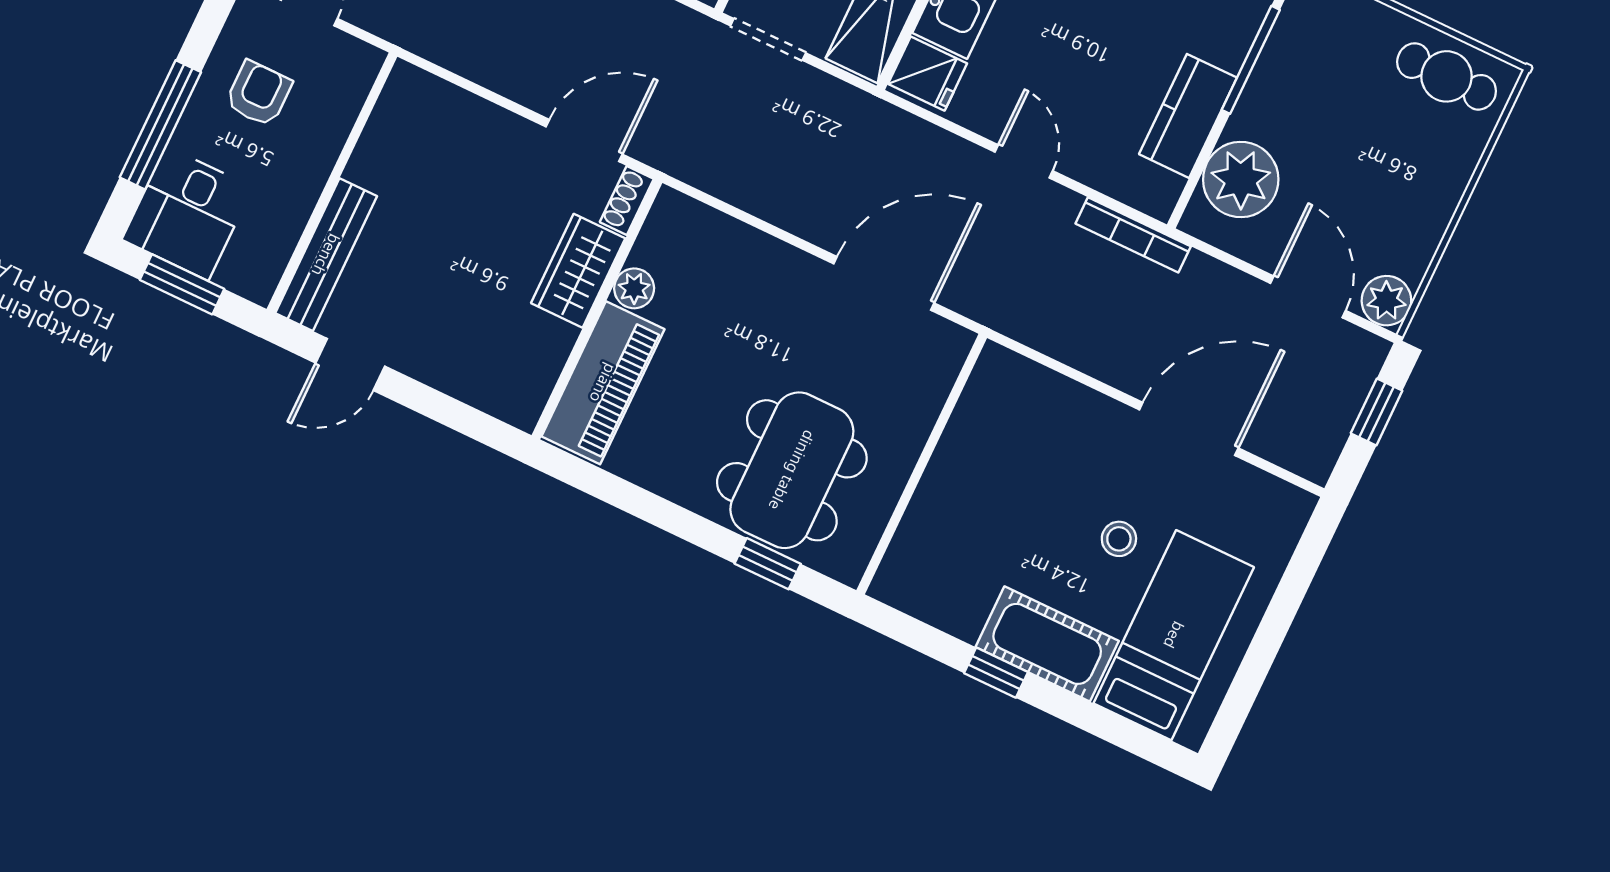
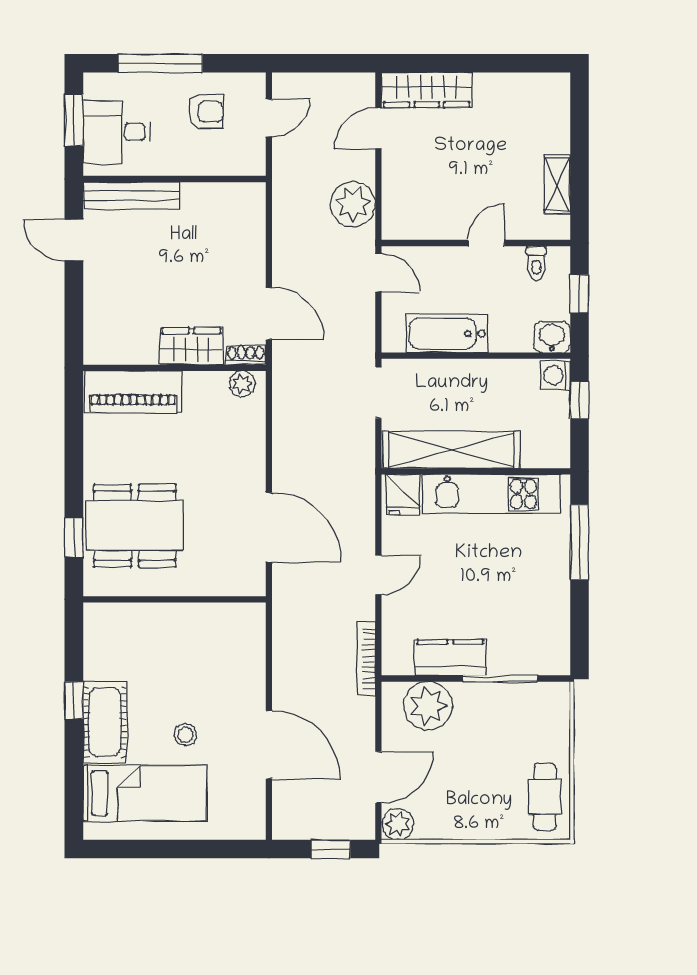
desk: (187, 213) -> (116, 132), moved
plant: (634, 288) -> (242, 384), moved

